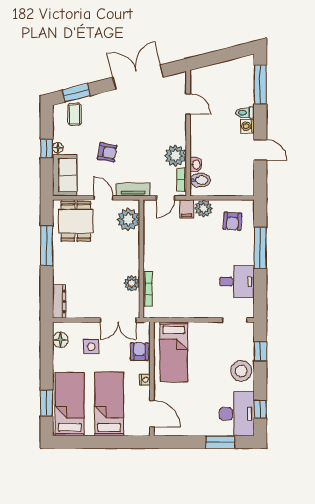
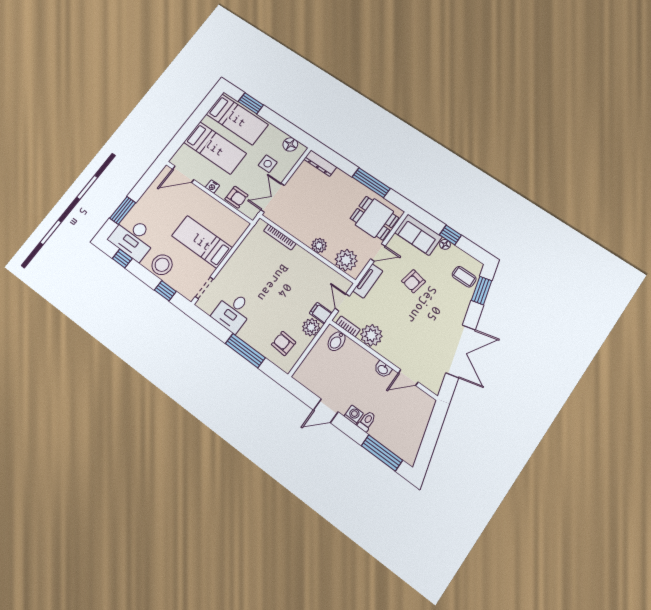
washbasin: (196, 164) -> (383, 369), moved
plant: (132, 283) -> (319, 246), moved
bed: (174, 352) -> (202, 242), moved

